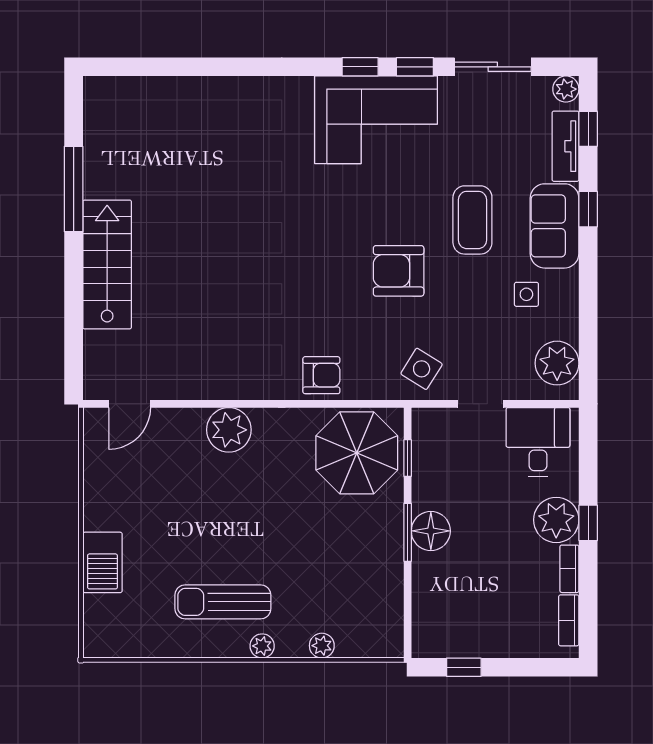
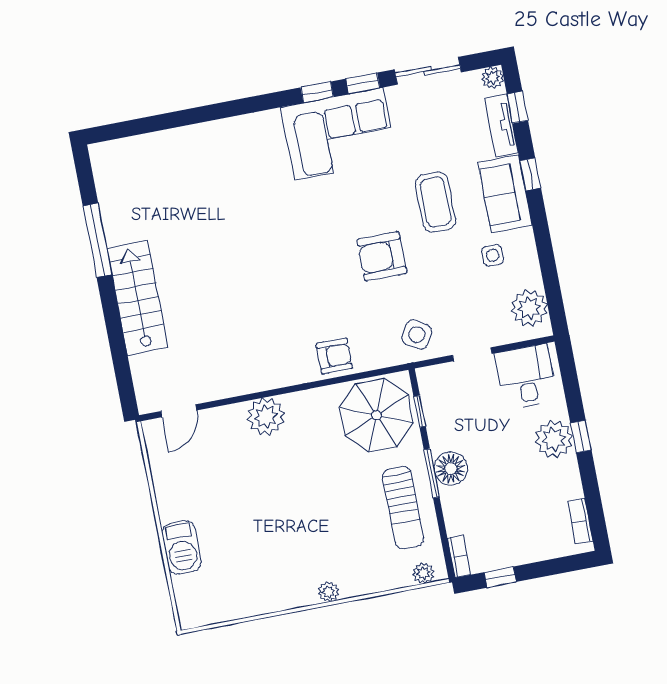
bookcase: (569, 569) -> (459, 556), moved, turned 180
sun lounger: (223, 602) -> (403, 508), moved, turned -90
plant: (322, 646) -> (423, 573), moved

